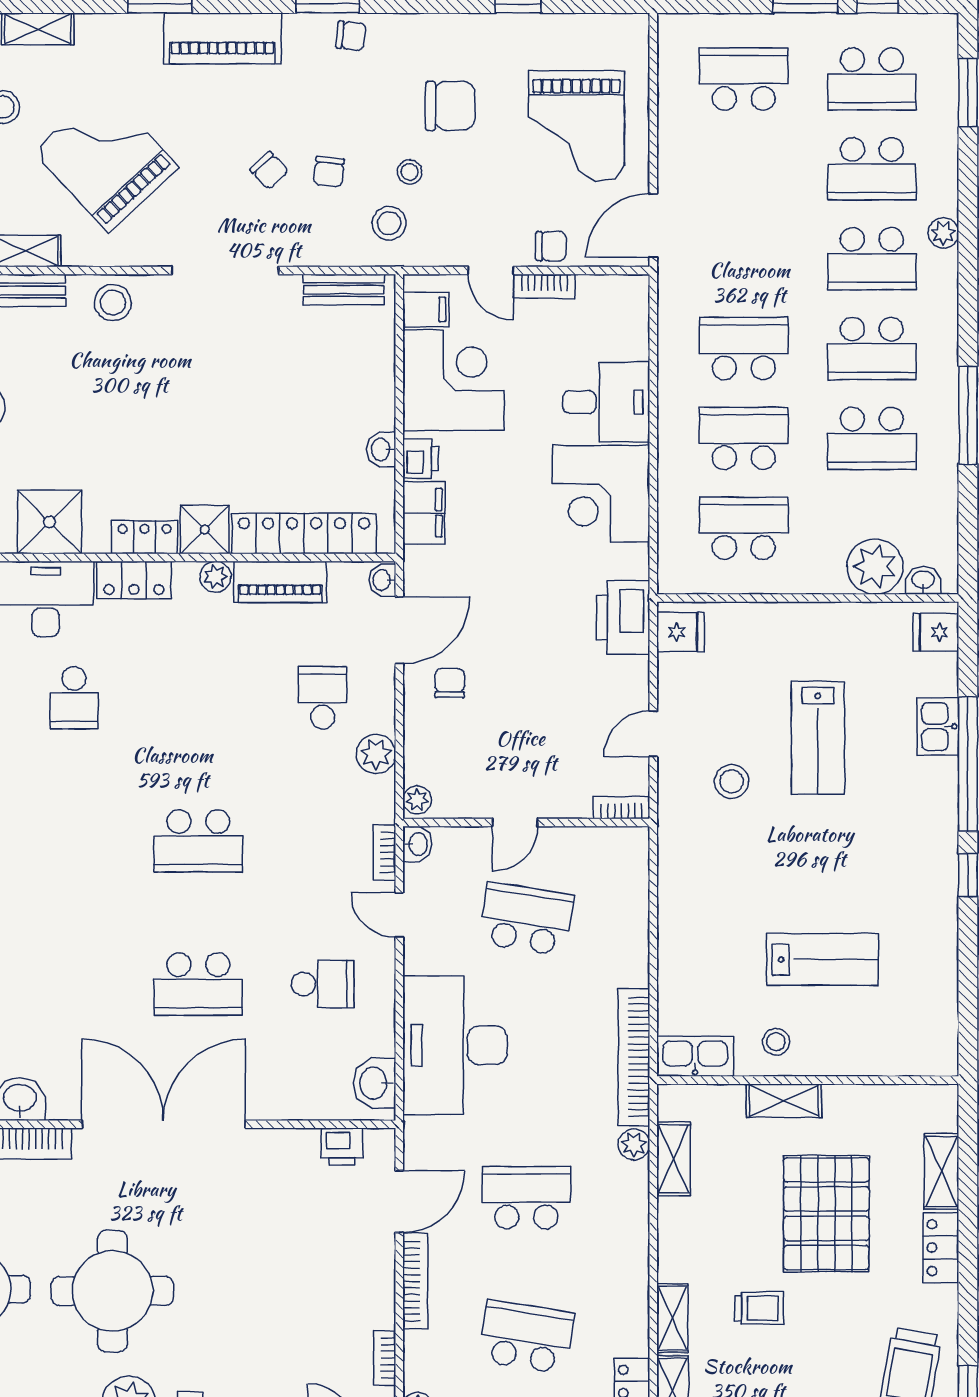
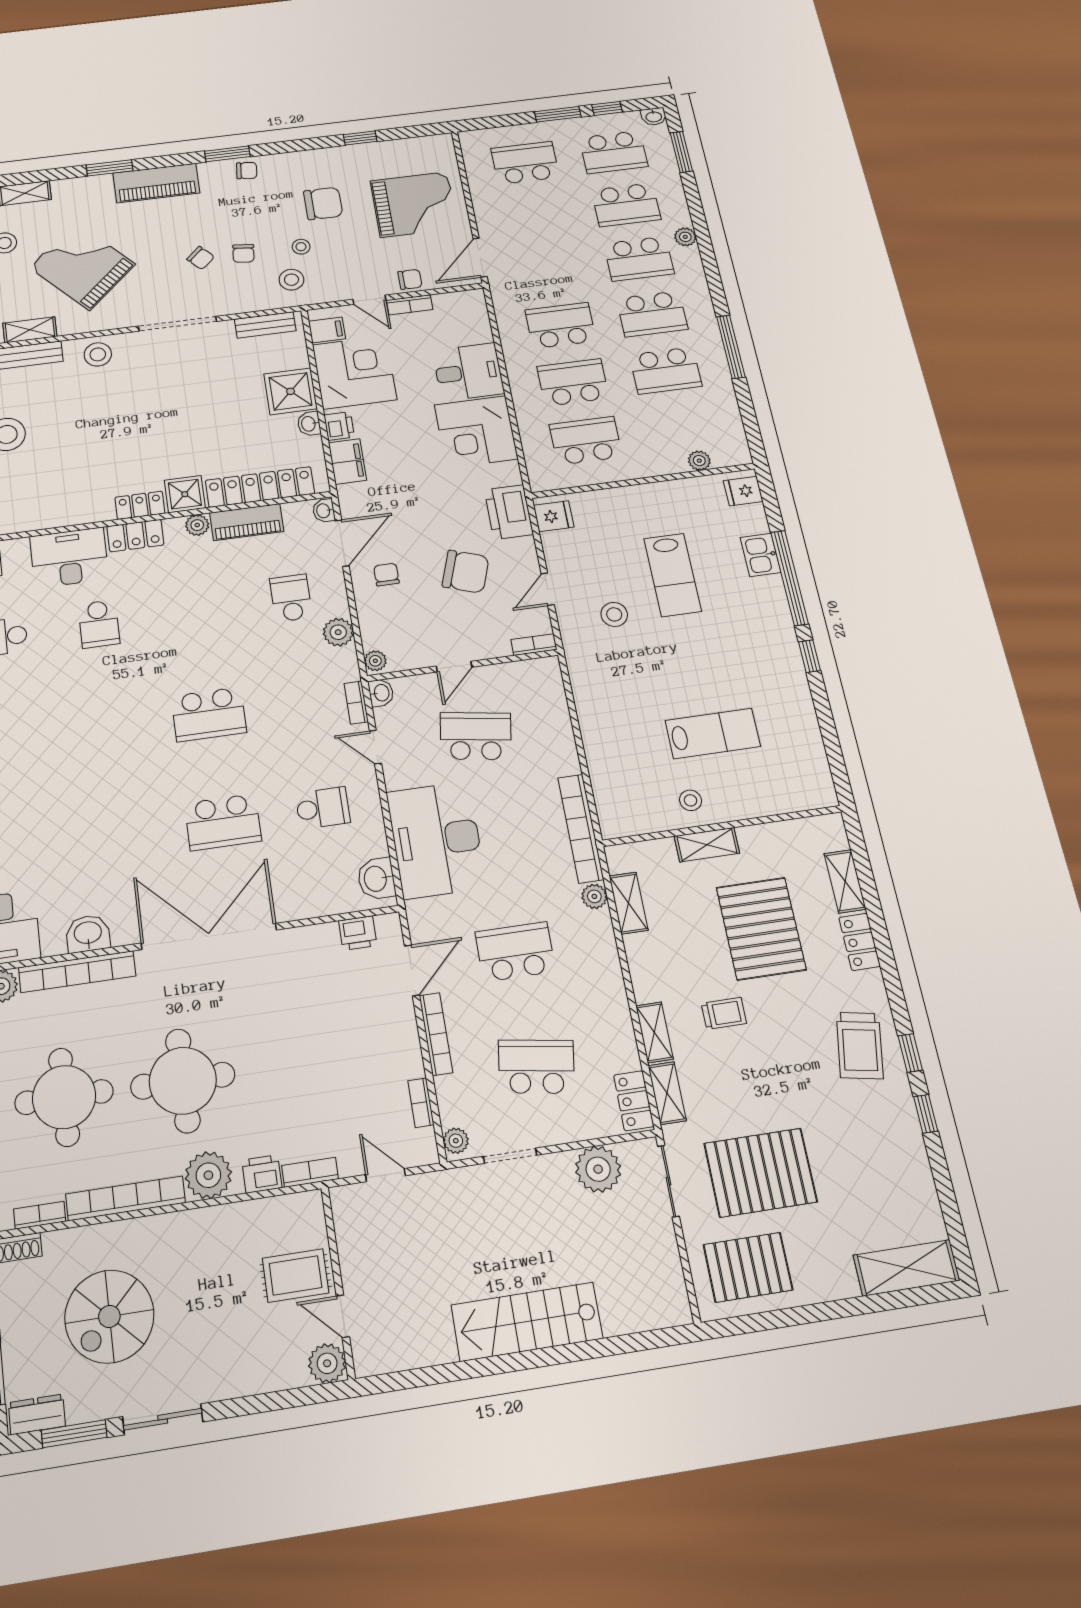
grand piano: (576, 126) -> (414, 205), turned -90
shower: (50, 522) -> (291, 391), moved
plant: (875, 567) -> (699, 461), width x0.53, depth x0.53
washbasin: (923, 580) -> (654, 116), moved, turned 180
chair: (552, 694) -> (466, 572), added
kitchen sink: (695, 1056) -> (629, 821), removed

